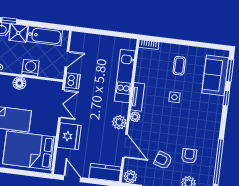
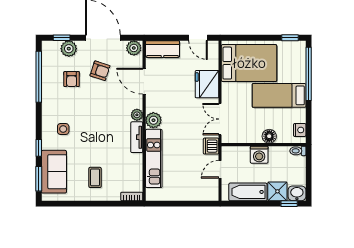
side table: (175, 97) -> (63, 129), moved
plant: (119, 122) -> (153, 120), moved

